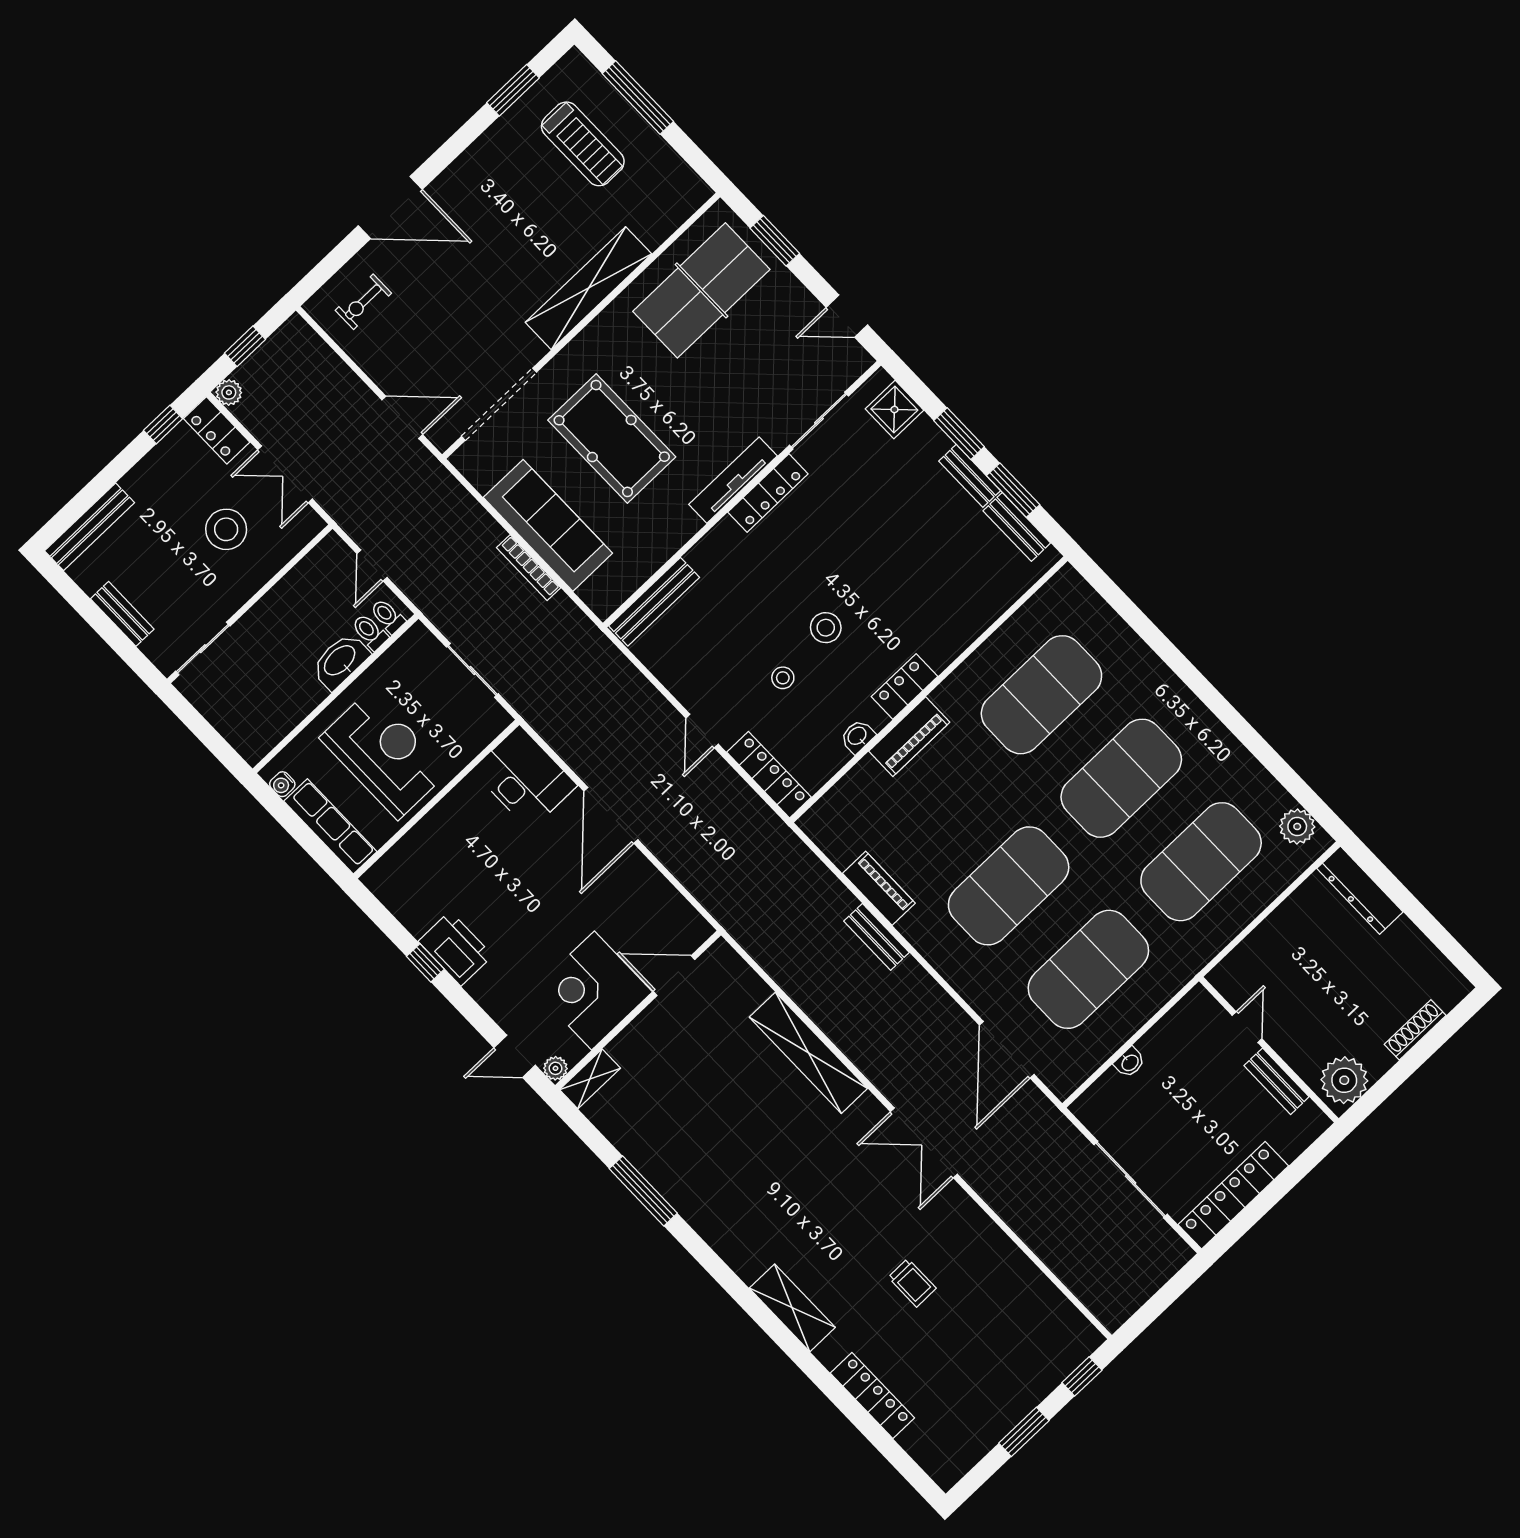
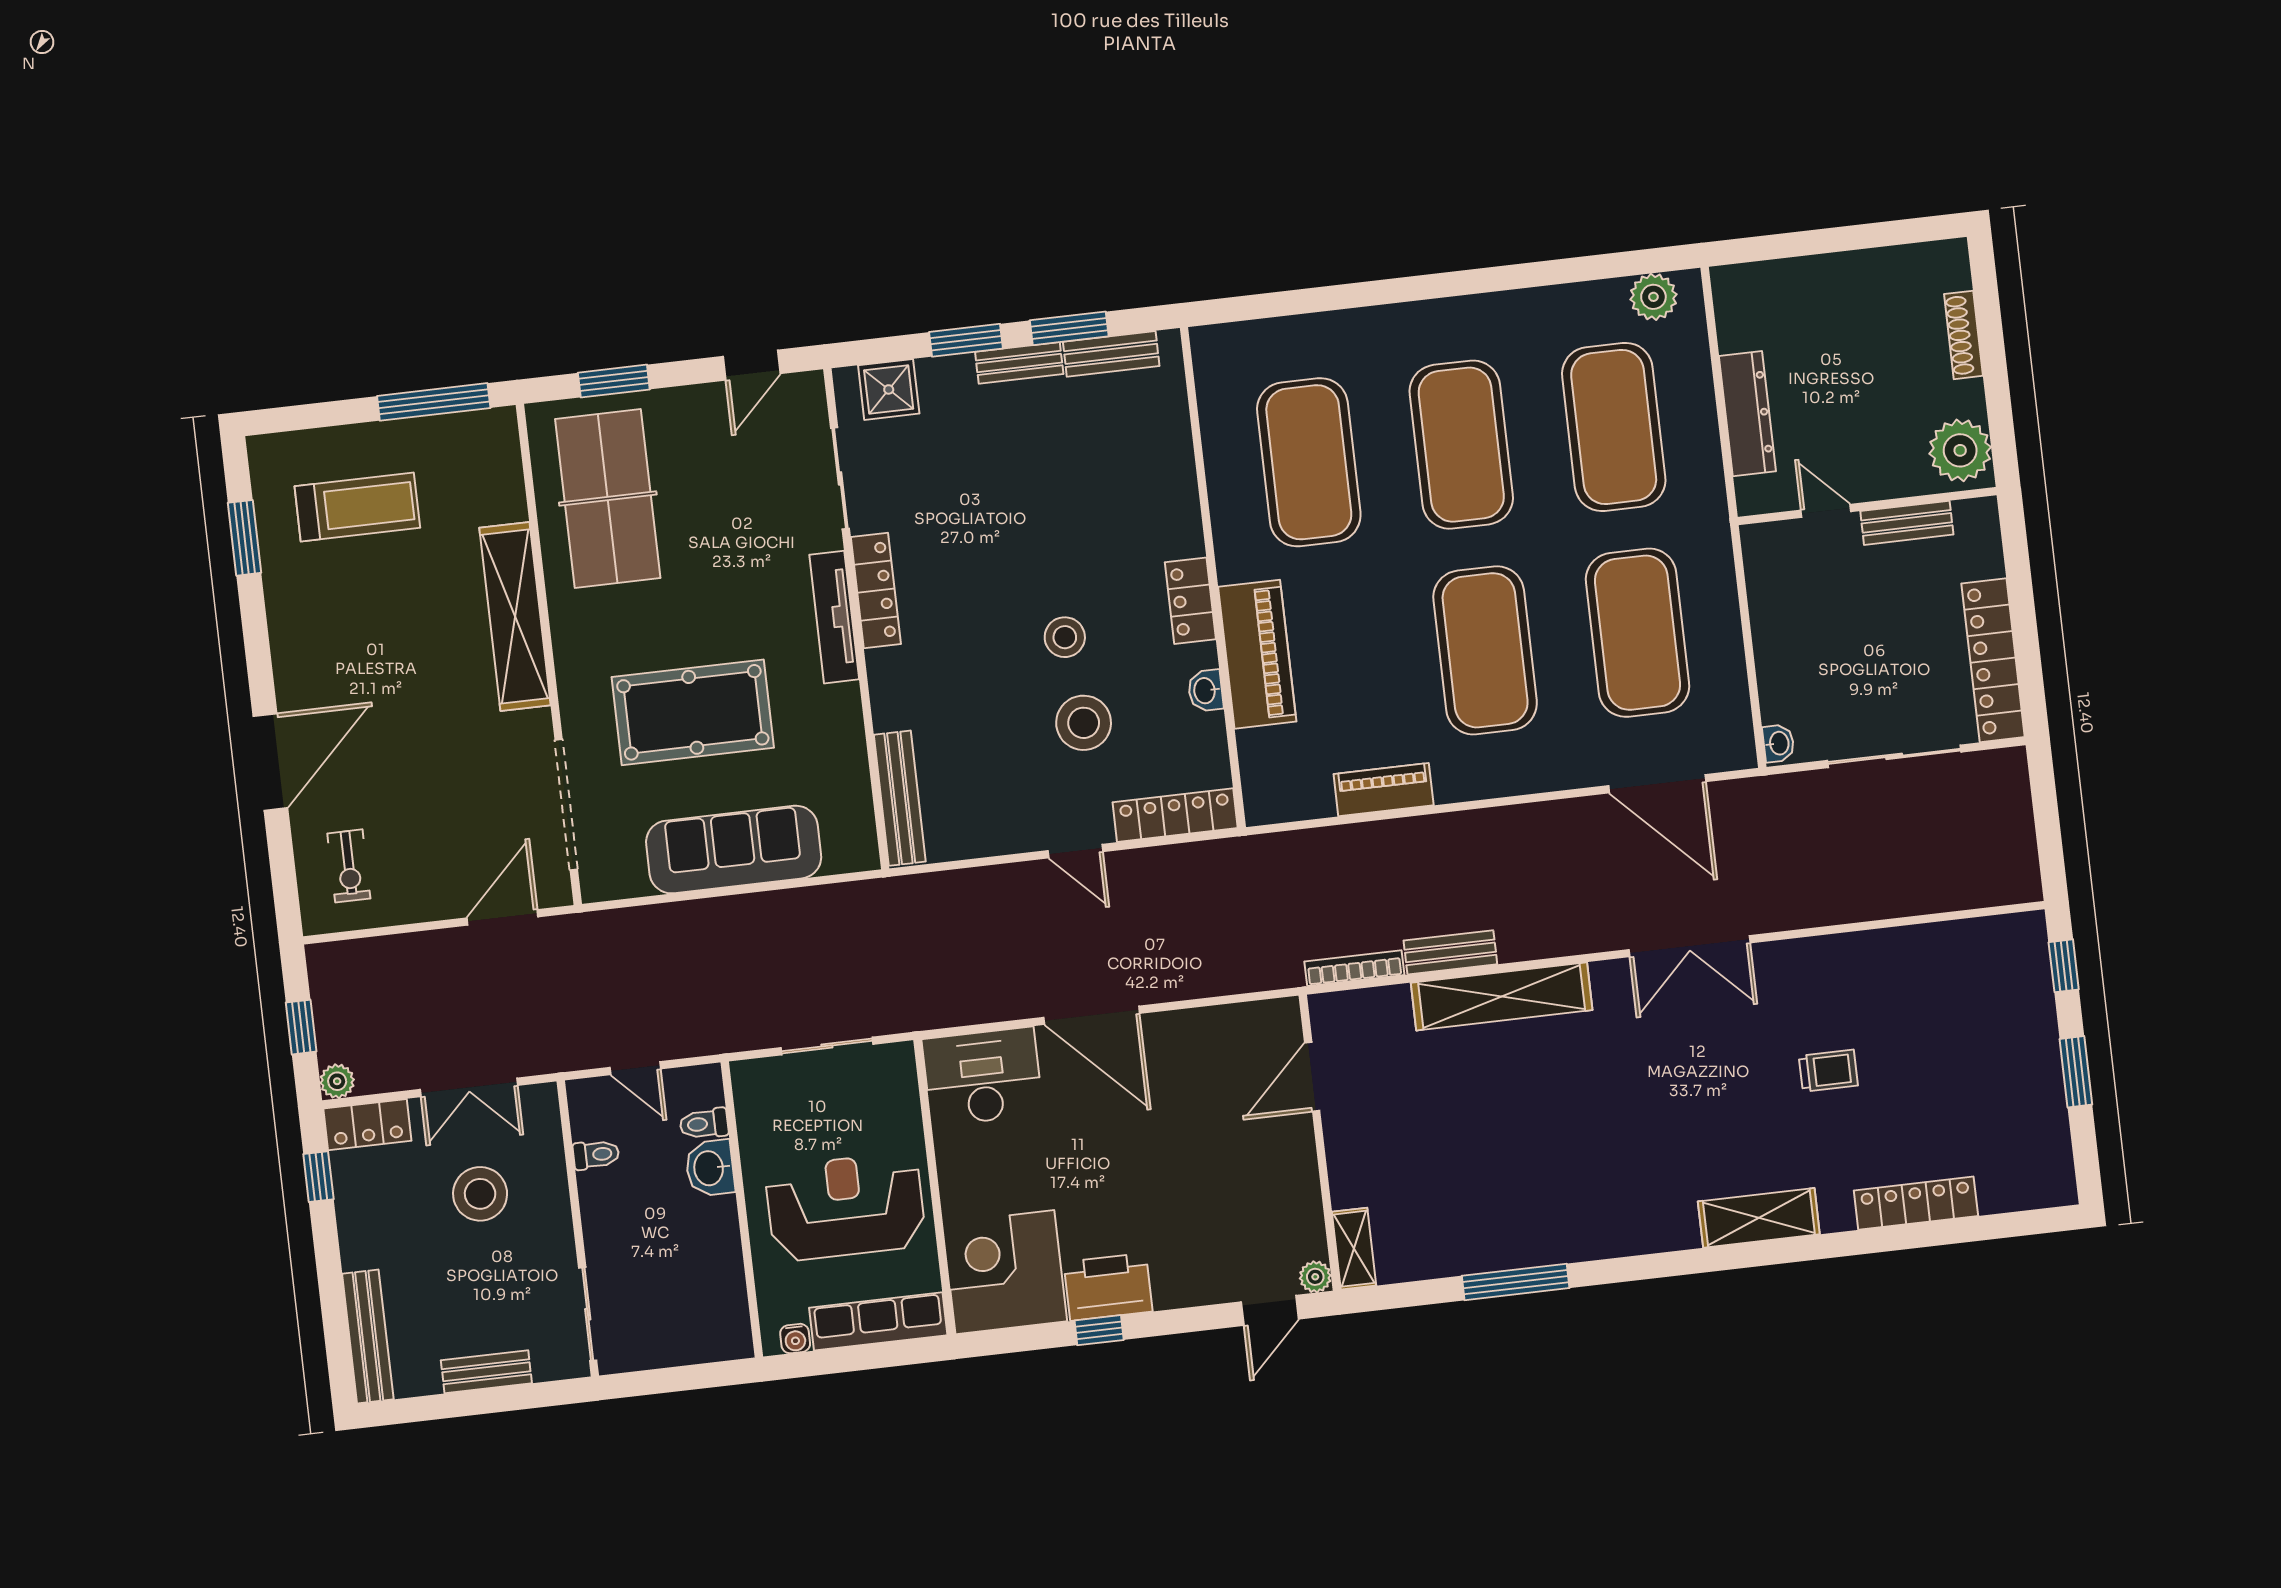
window: (638, 98) -> (434, 402), moved
bookcase: (529, 568) -> (1354, 968), moved, turned 180
toilet: (388, 616) -> (596, 1155), moved, turned 180
washbasin: (340, 661) -> (710, 1168), width x0.72
stool: (783, 678) -> (1084, 723), width x1.89, depth x1.89
piano: (909, 737) -> (1257, 654), width x1.37, depth x1.33
dresser: (1360, 890) -> (1747, 414), moved, turned -90
bench: (877, 937) -> (1450, 952), moved
corner desk: (593, 991) -> (1005, 1272), moved, turned 90
washbasin: (1130, 1062) -> (1778, 743), moved

